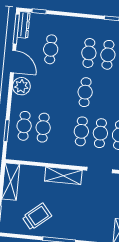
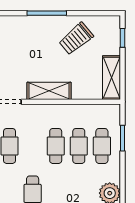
cafe table: (81, 131) -> (56, 146), moved

